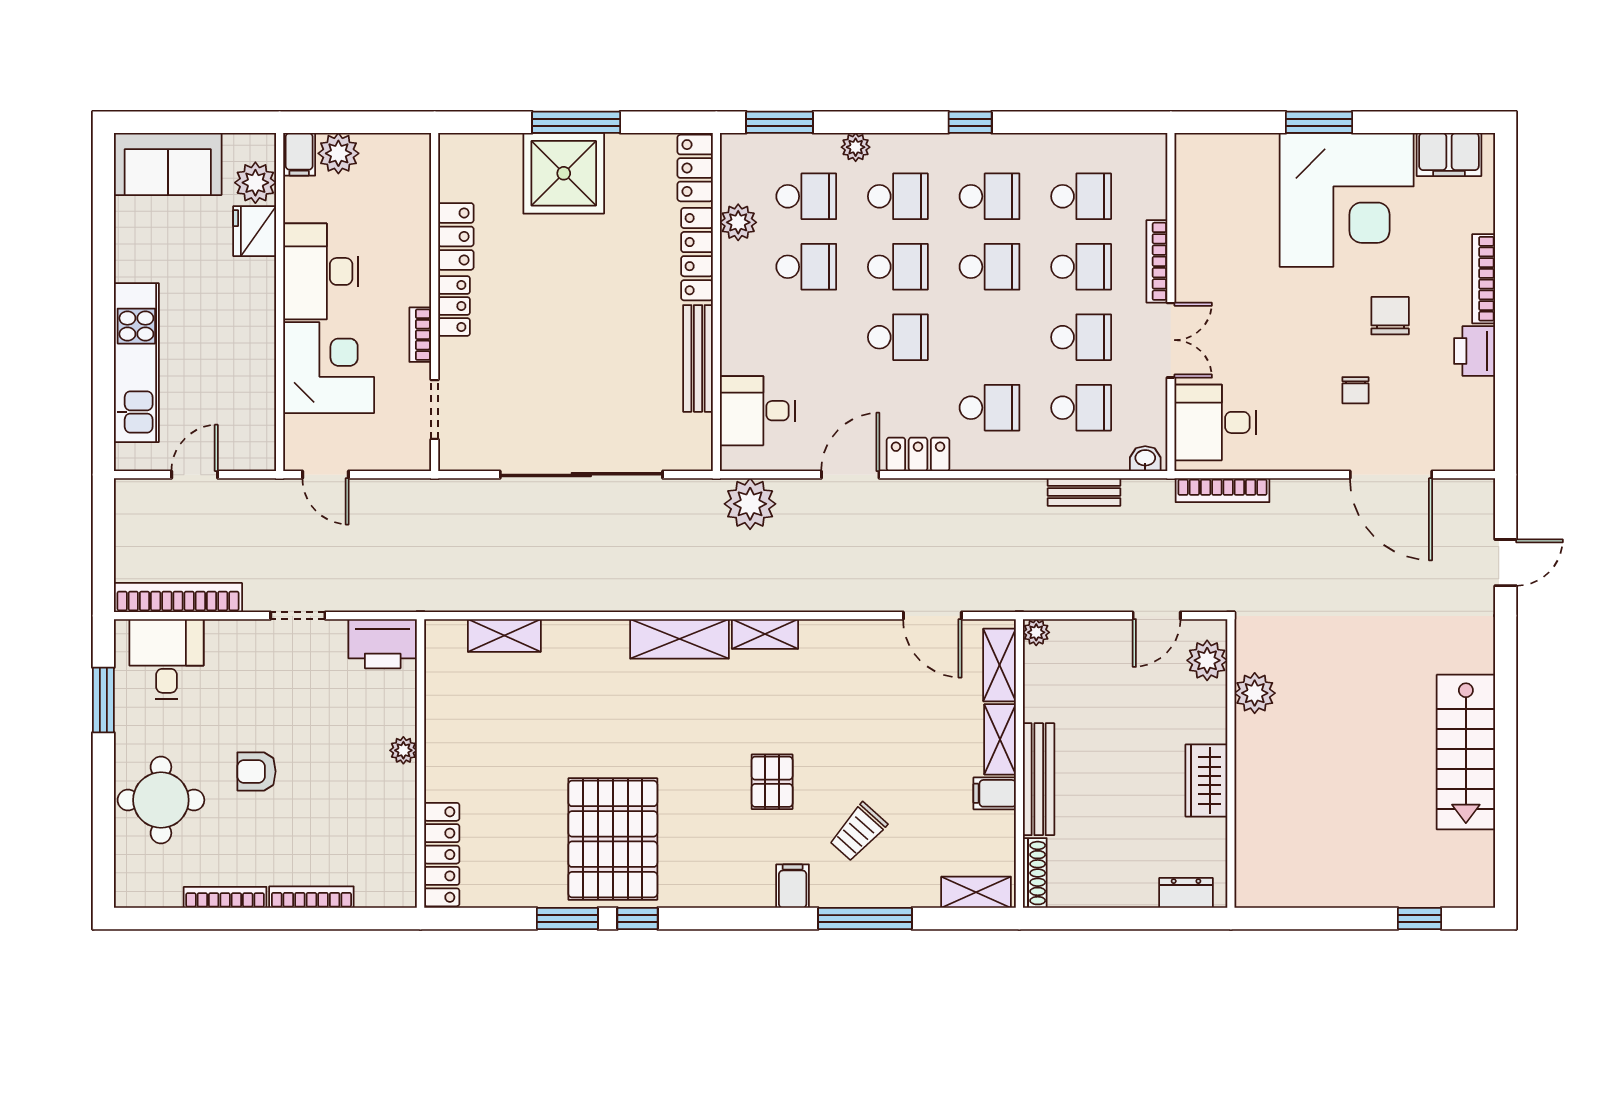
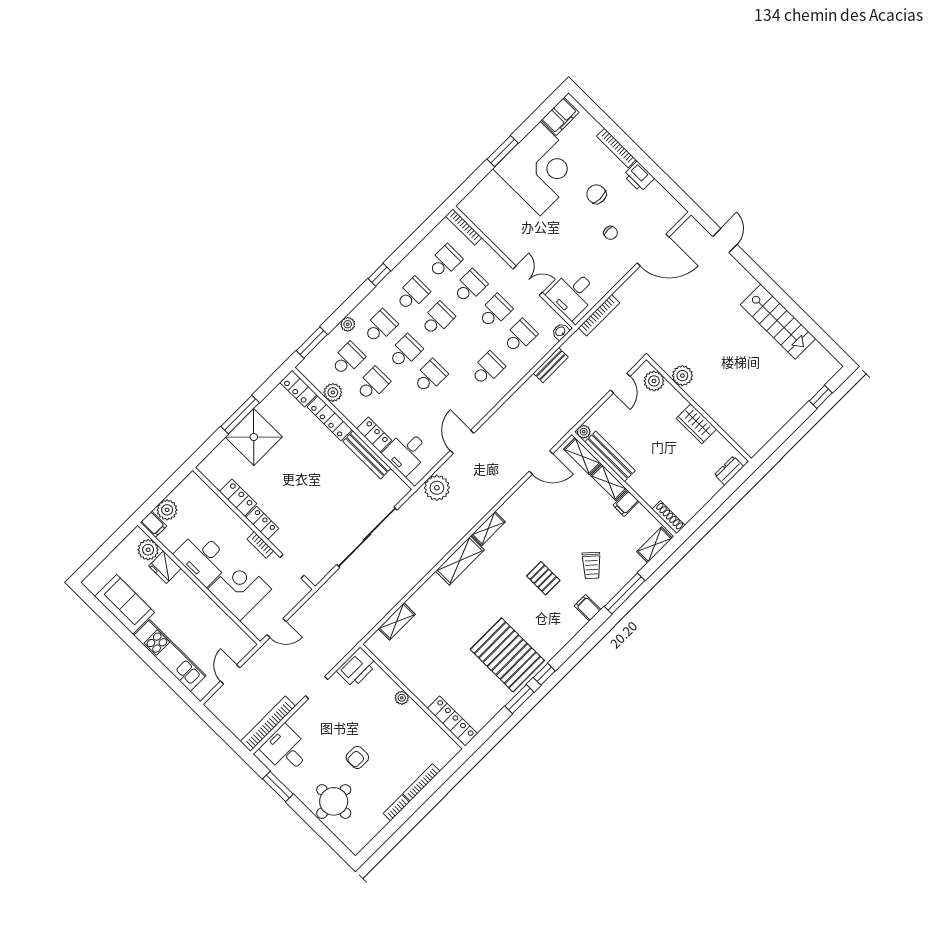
sofa: (168, 164) -> (125, 604), moved, turned -90
bookcase: (1157, 261) -> (464, 227), moved
locker: (918, 454) -> (374, 435), moved, turned 90
bench: (1039, 779) -> (610, 456), moved
bookcase: (225, 897) -> (396, 808), width x0.64

